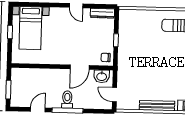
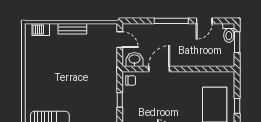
toilet: (67, 99) -> (229, 33), moved
bench: (157, 106) -> (72, 29), width x0.73

